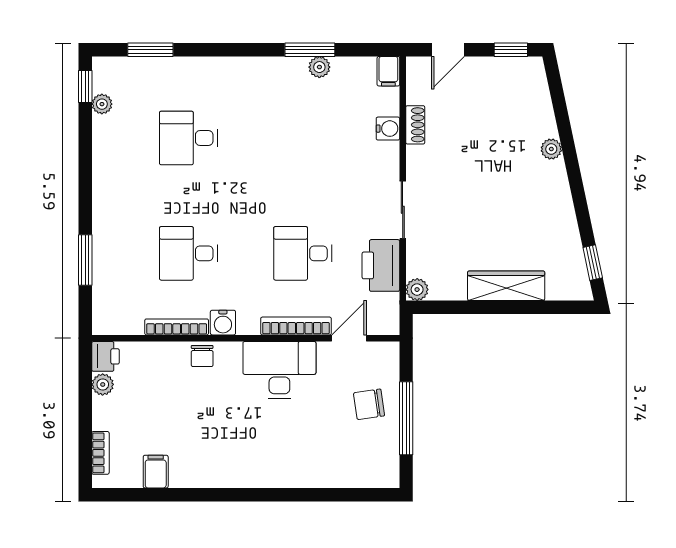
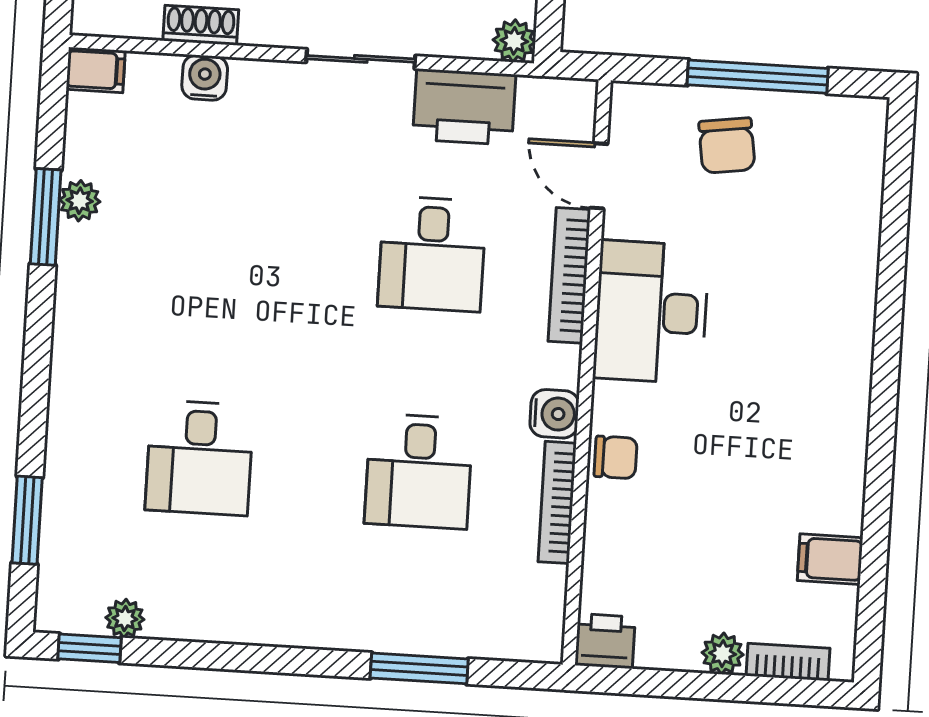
plant: (103, 384) -> (723, 654), moved

